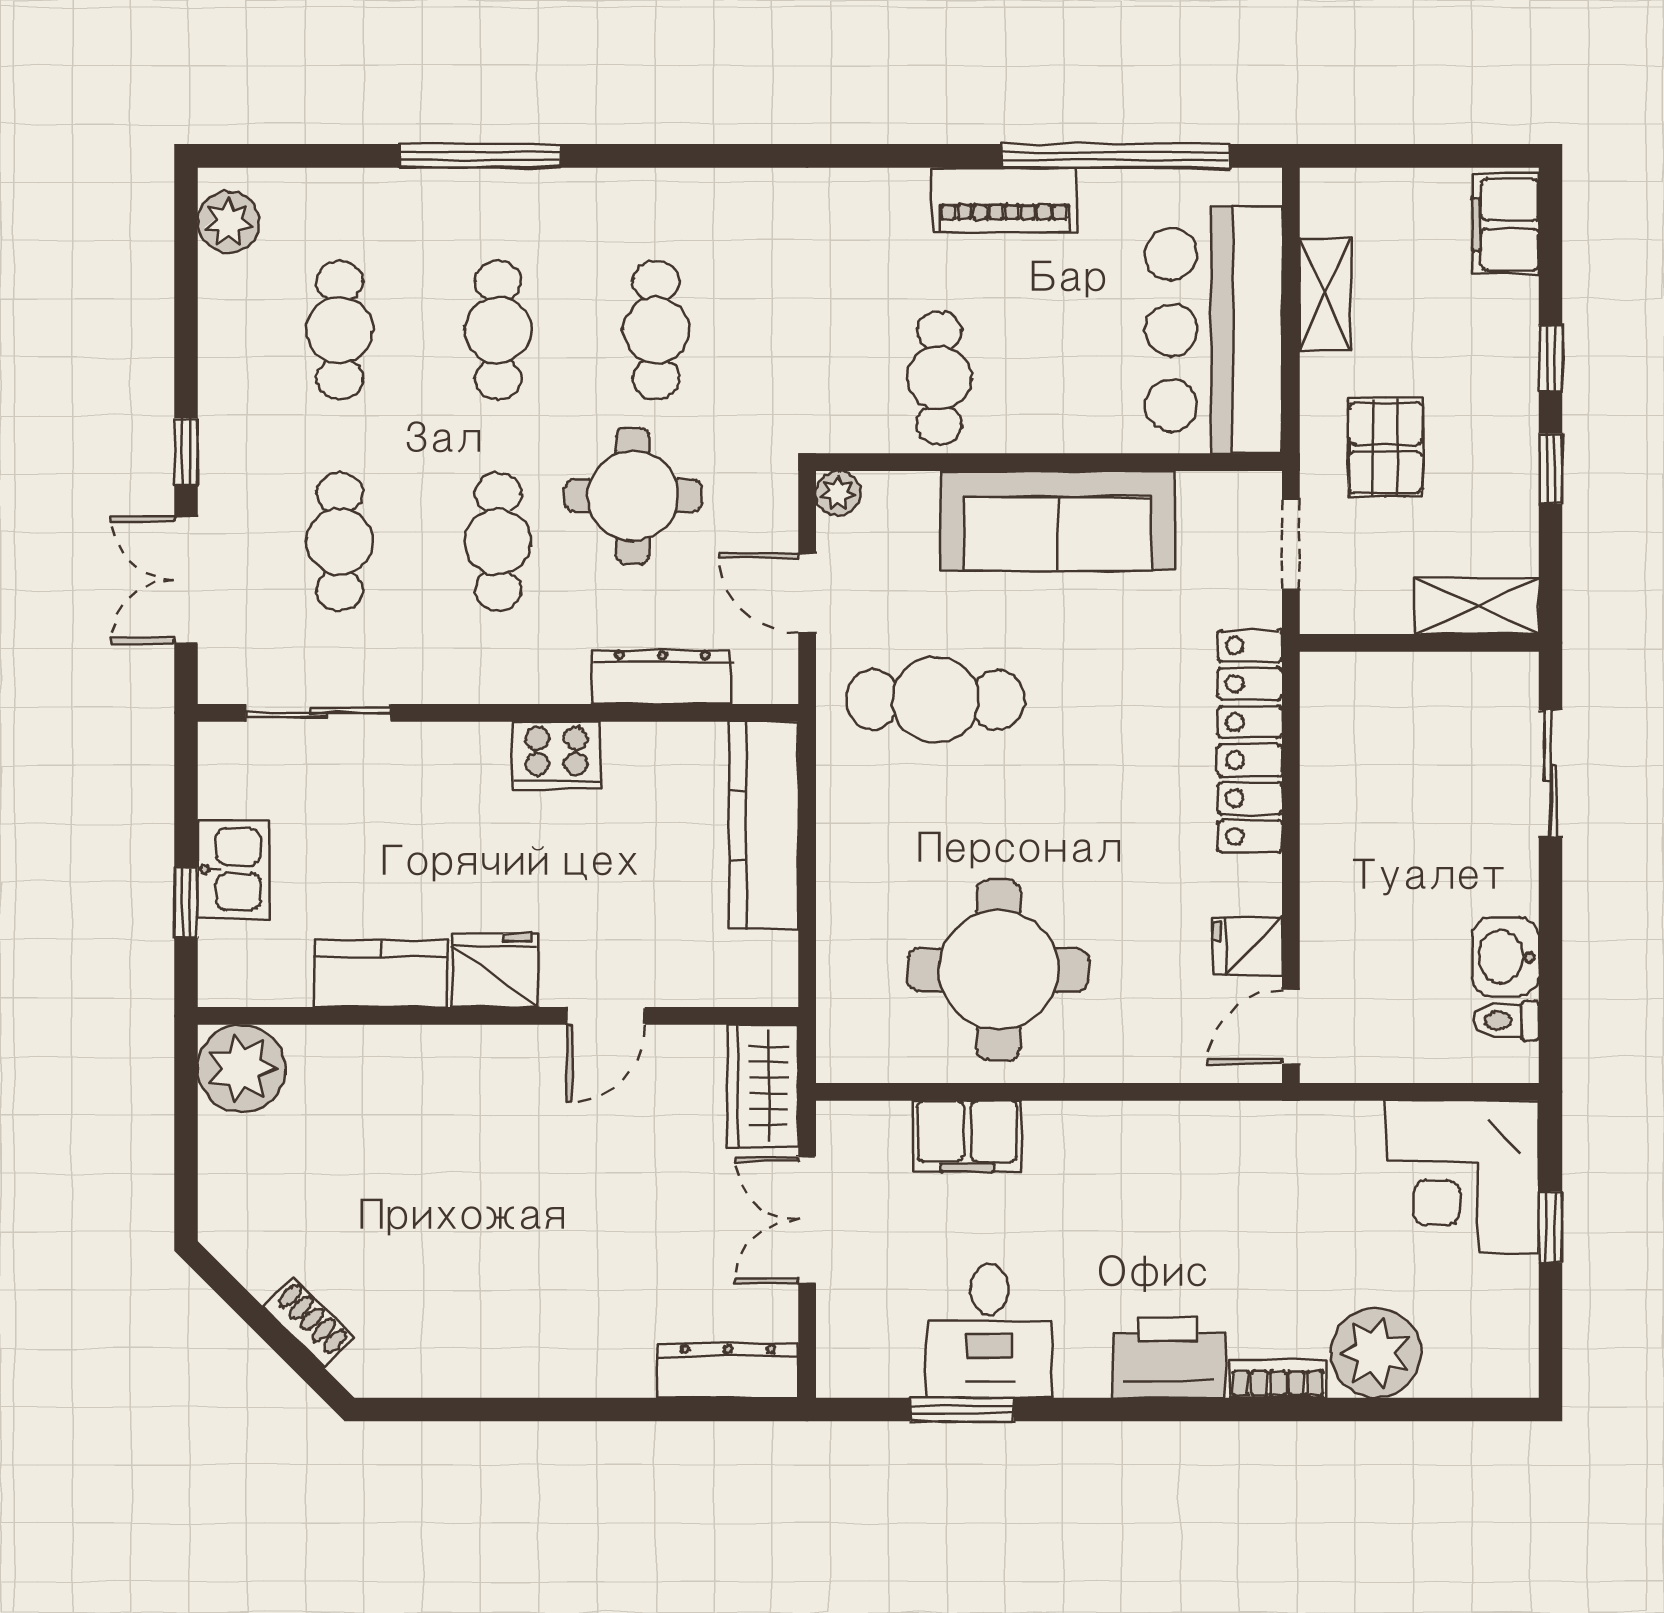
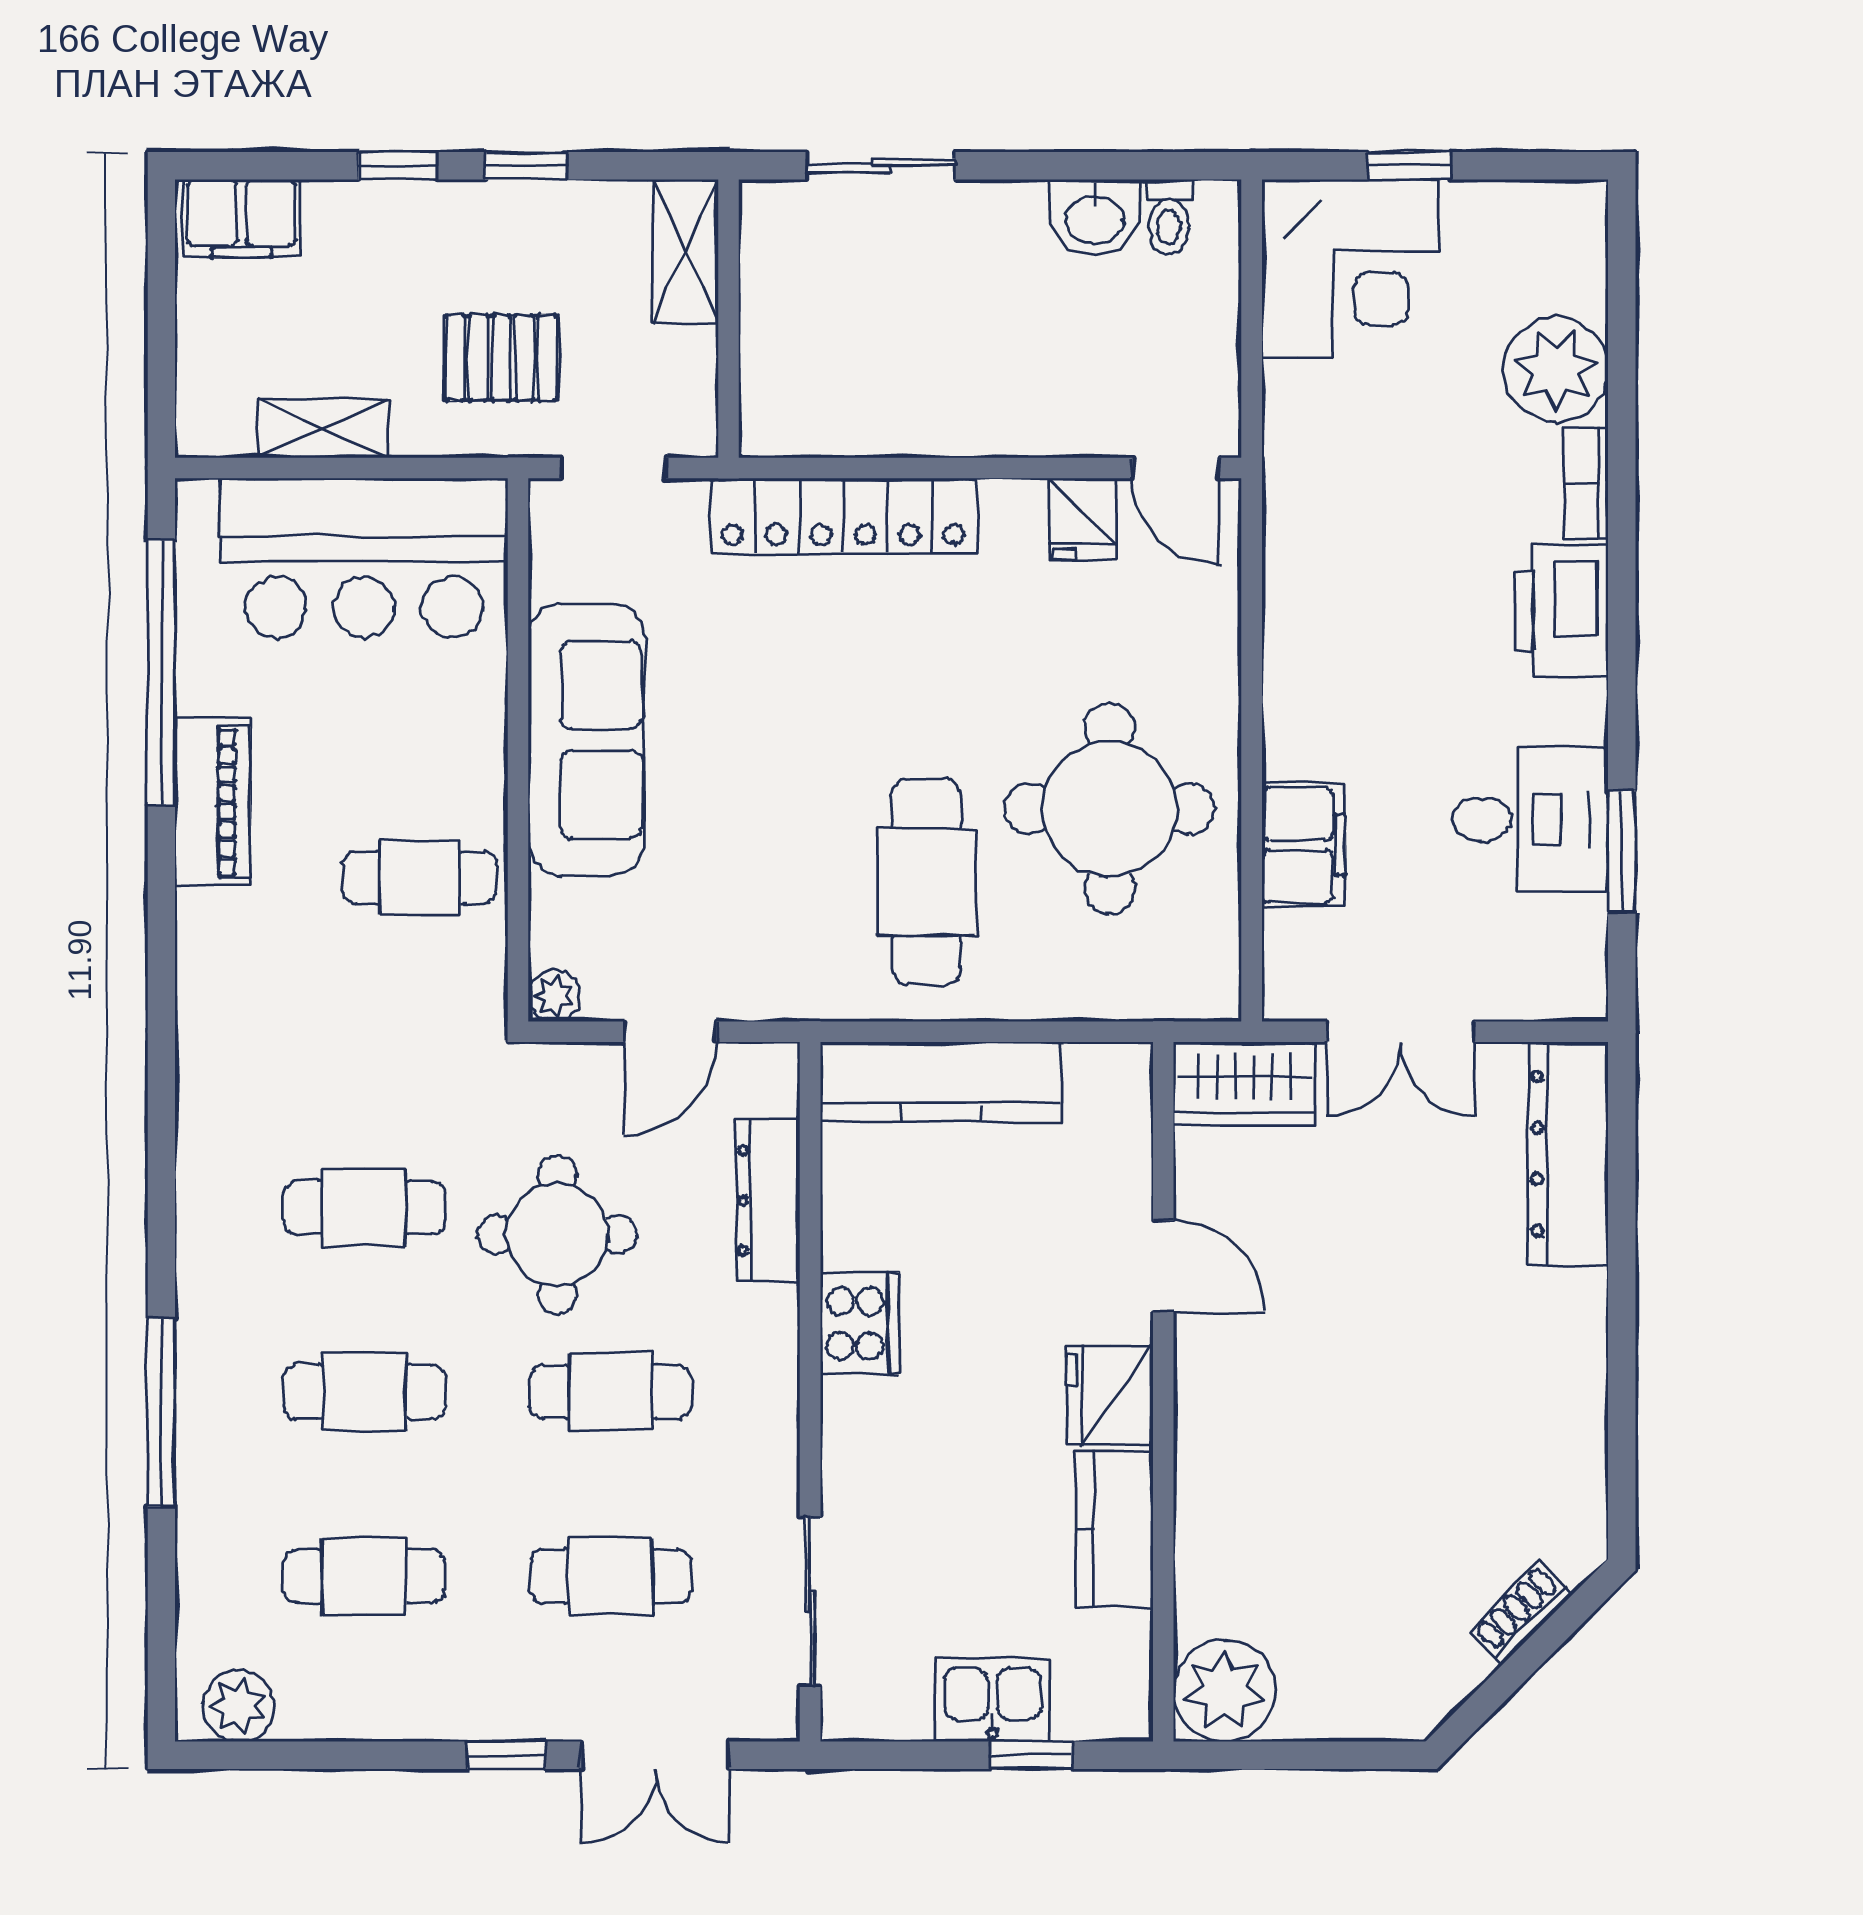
cafe table: (935, 700) -> (926, 882), moved
dresser: (728, 1370) -> (1568, 1154), width x1.37, depth x1.24

